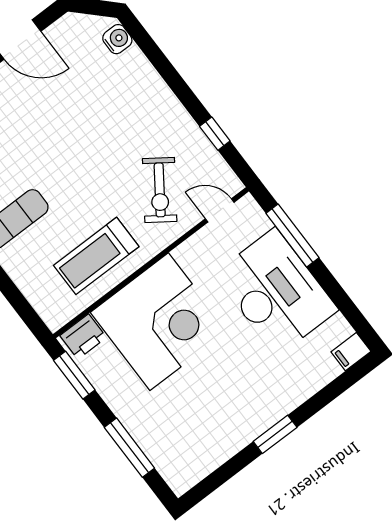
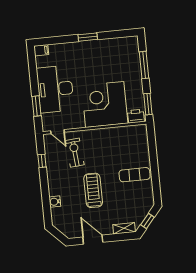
water cooler: (117, 39) -> (55, 202), moved
exercise bike: (160, 190) -> (75, 153), turned -40
window: (292, 236) -> (36, 106), width x0.69
treadmill: (96, 256) -> (93, 190), moved, turned -90

